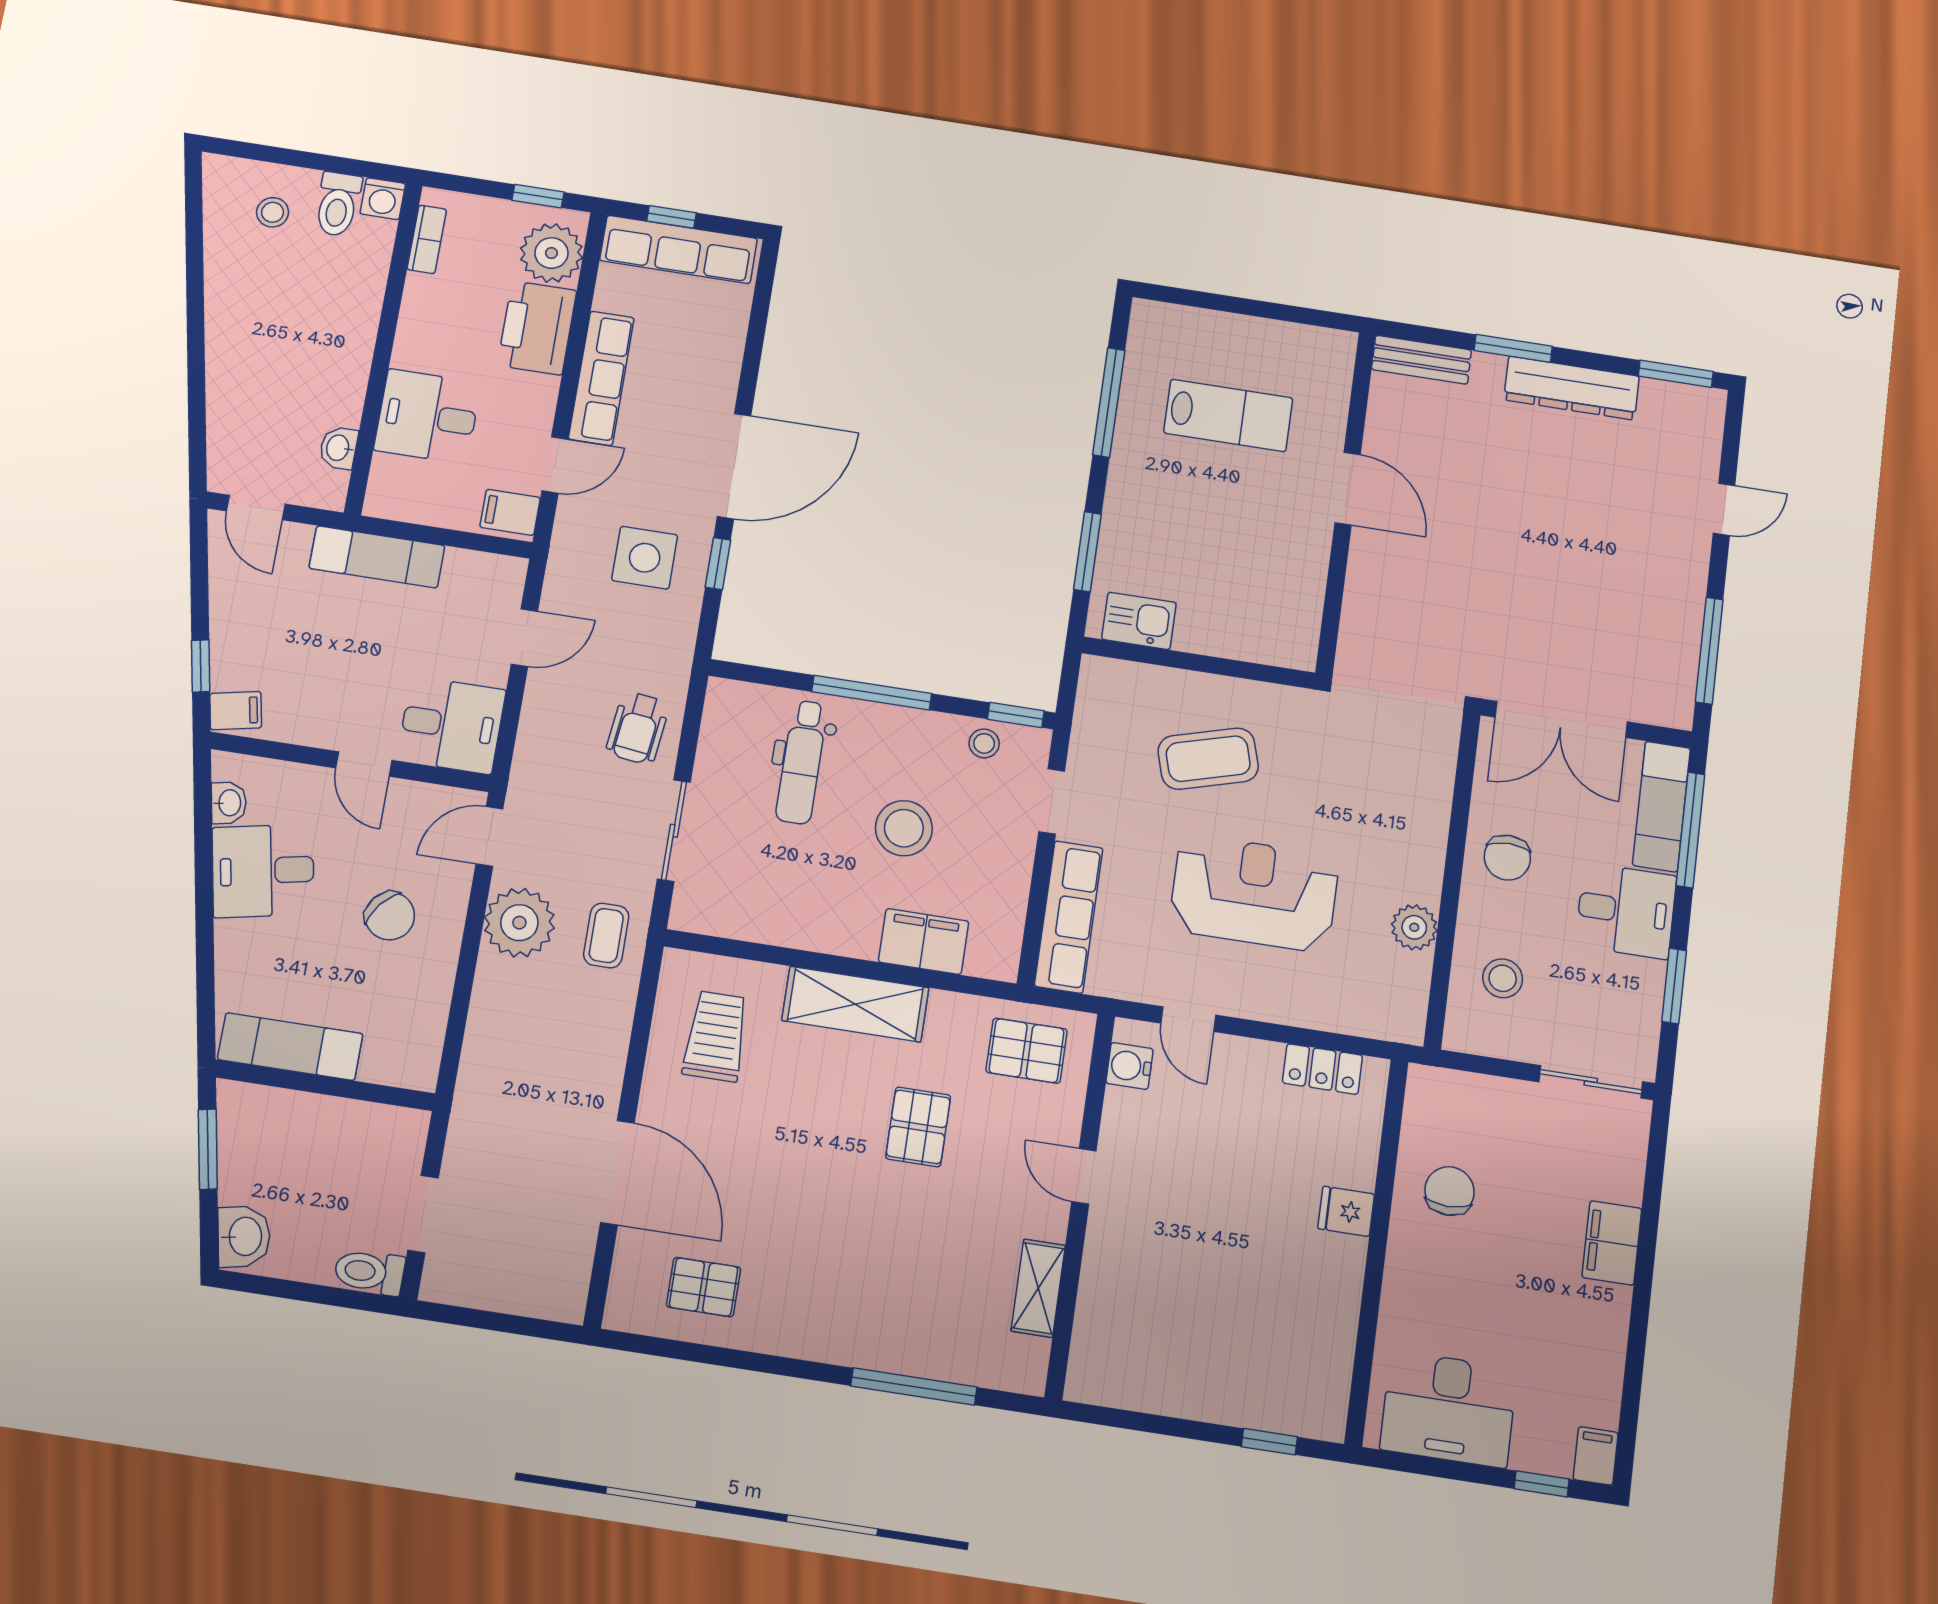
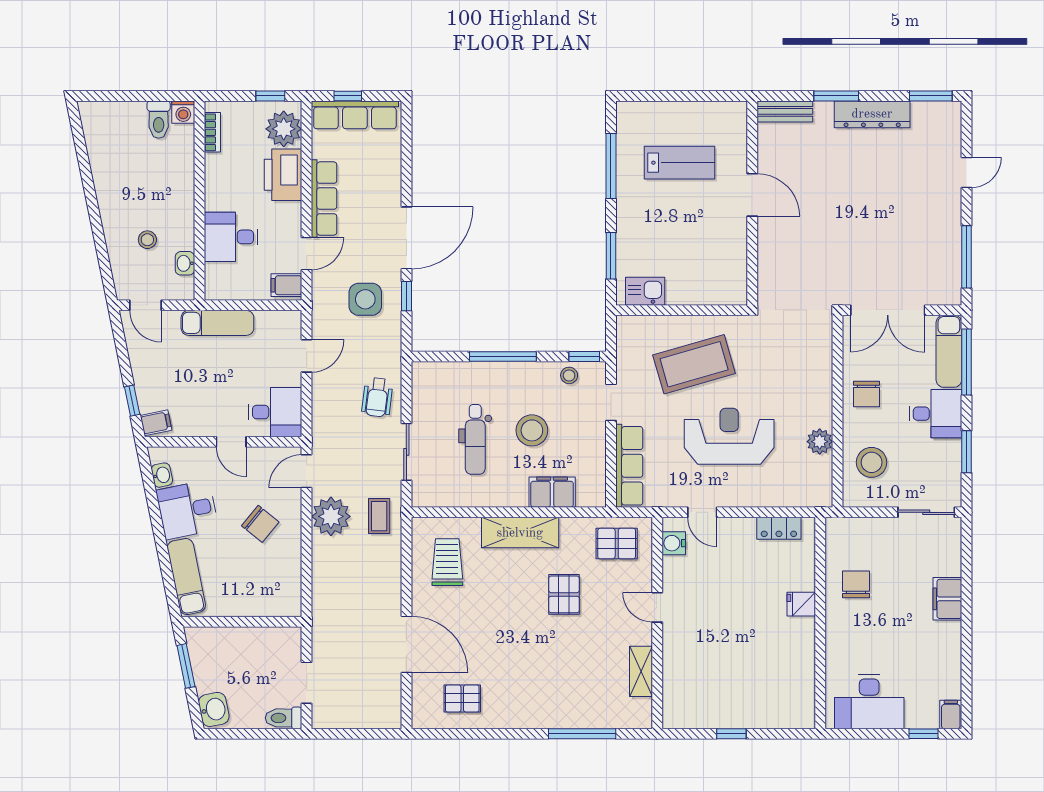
stool: (273, 212) -> (147, 240), moved
coffee table: (1208, 759) -> (694, 364), width x1.36, depth x1.32
dental chair: (802, 762) -> (475, 439), moved
stool: (1503, 978) -> (872, 462), width x1.38, depth x1.38
exam couch: (290, 1047) -> (186, 577), moved, turned 79
window: (1269, 1442) -> (731, 734), moved

